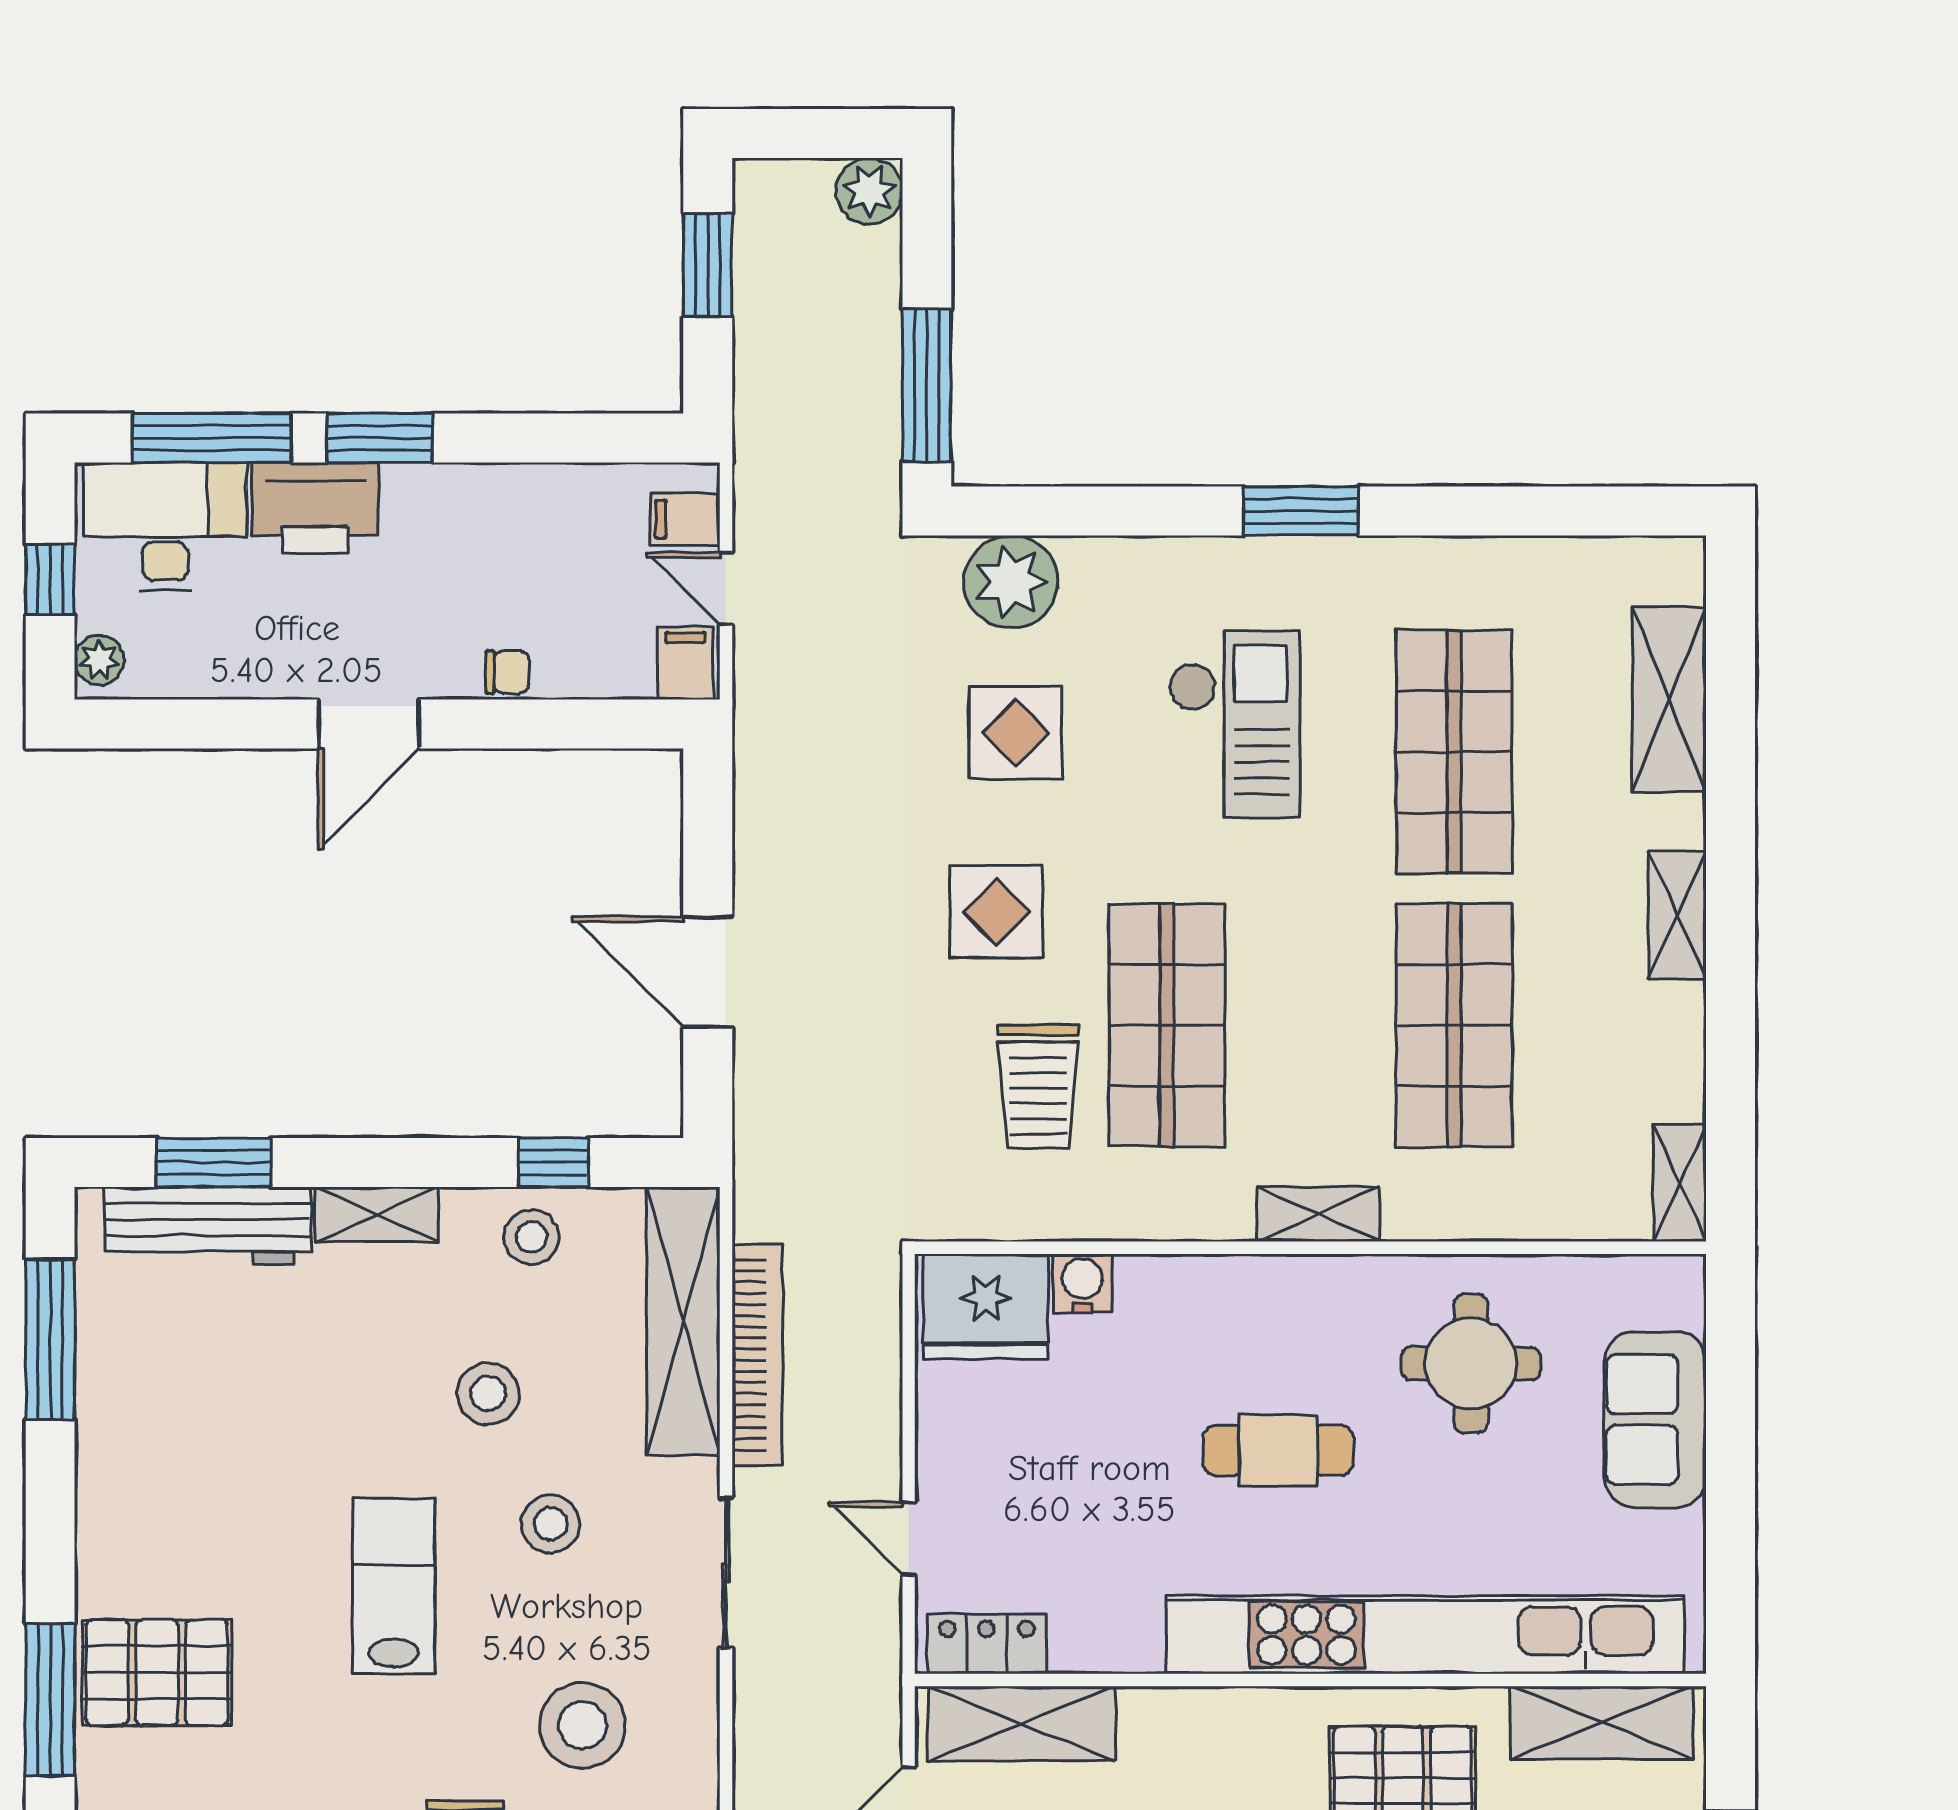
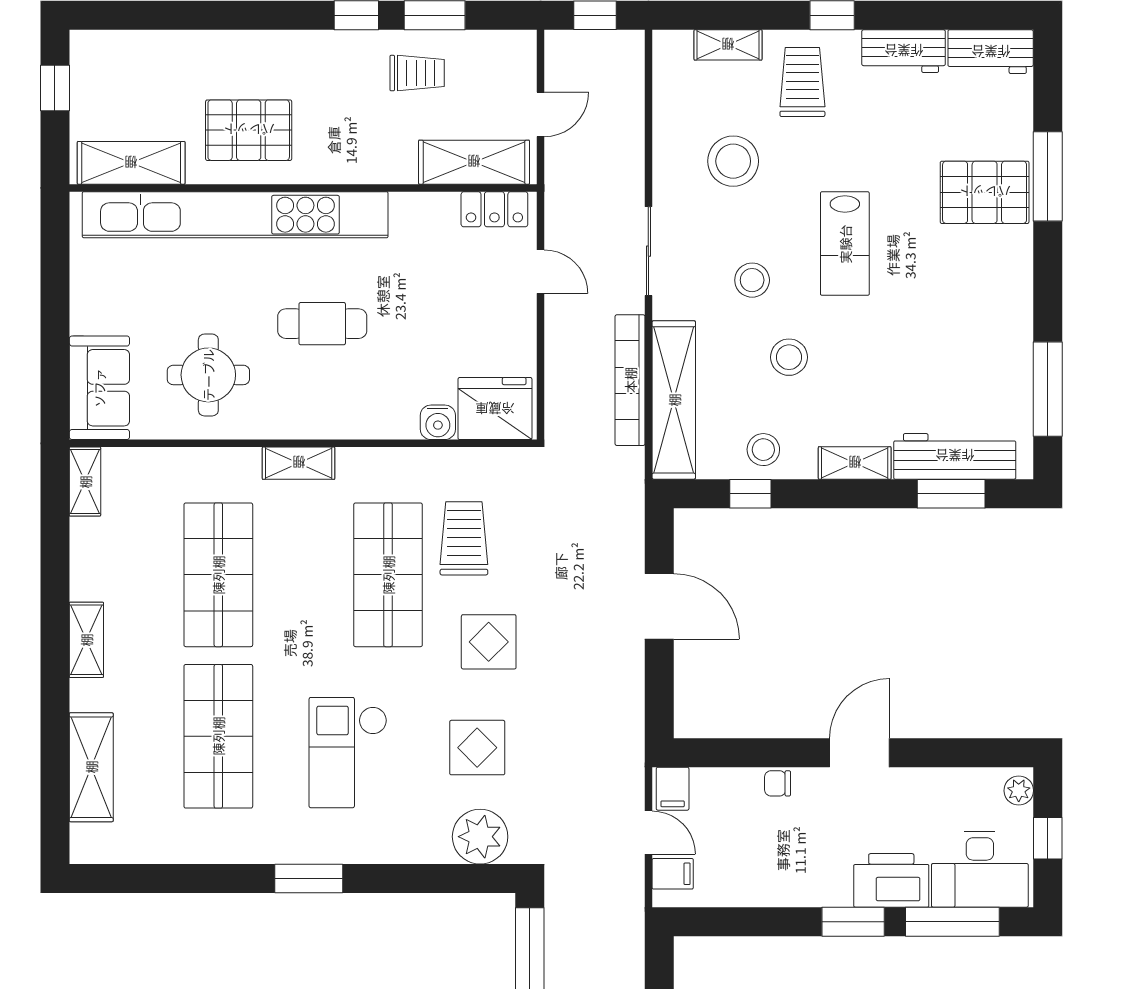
sofa: (1655, 1420) -> (99, 388), moved

